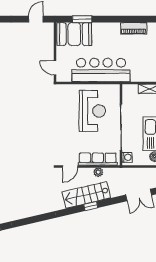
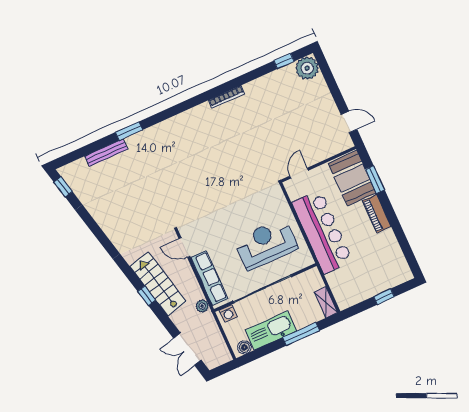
piano: (134, 28) -> (377, 214), moved
reception desk: (92, 111) -> (266, 244), turned 180
plant: (98, 172) -> (202, 306), moved

